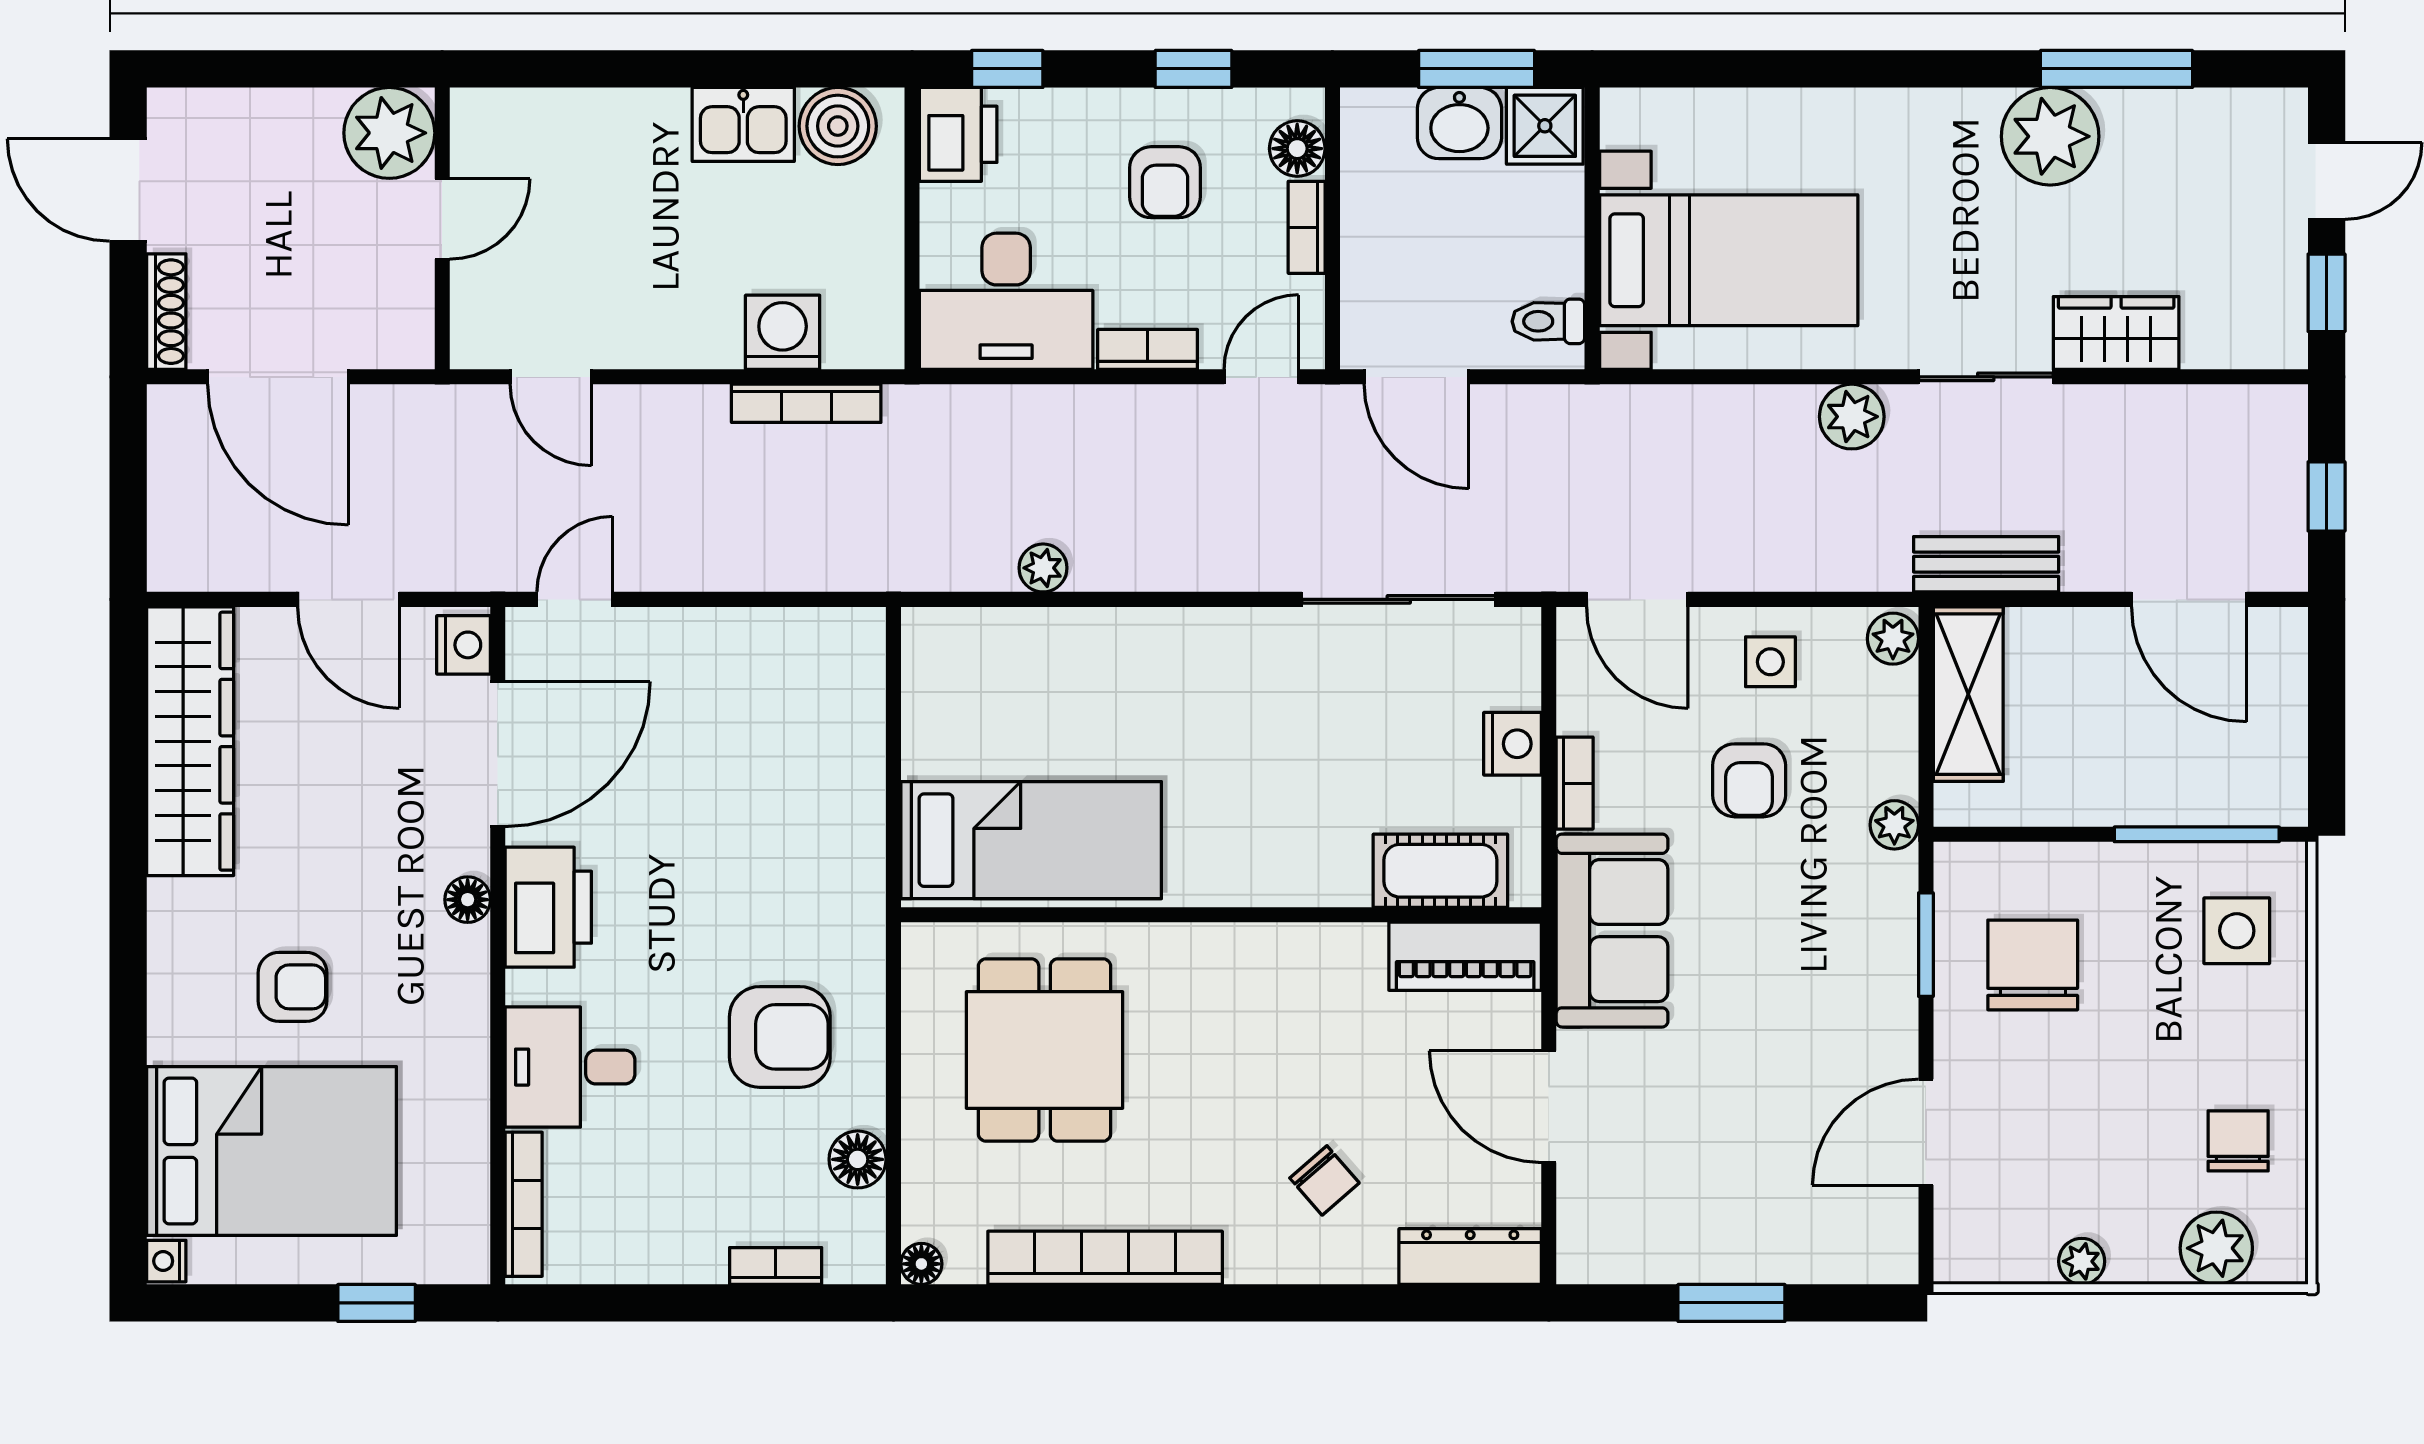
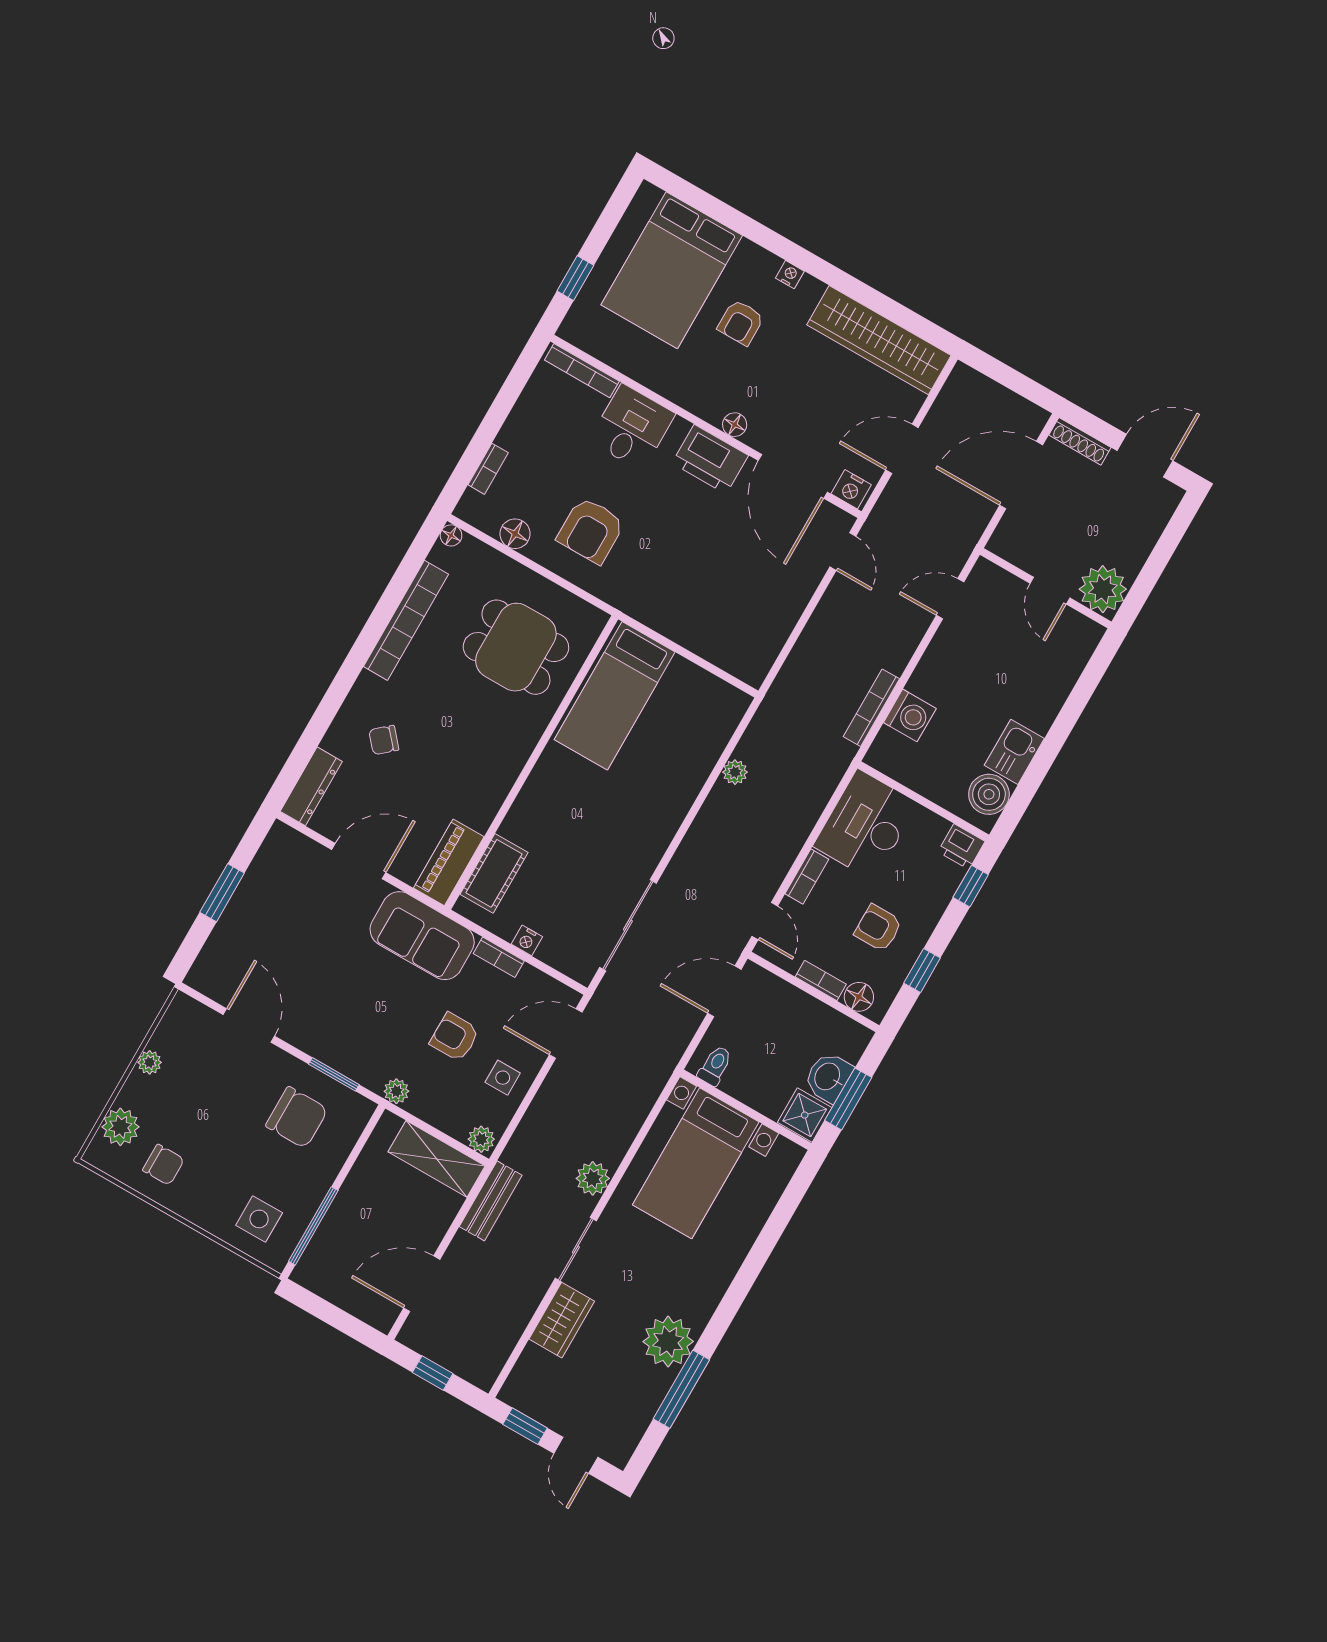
printer: (958, 134) -> (961, 847), width x0.73, depth x0.81
nightstand: (1513, 744) -> (527, 940), width x0.72, depth x0.74
nightstand: (166, 1261) -> (790, 275), moved

